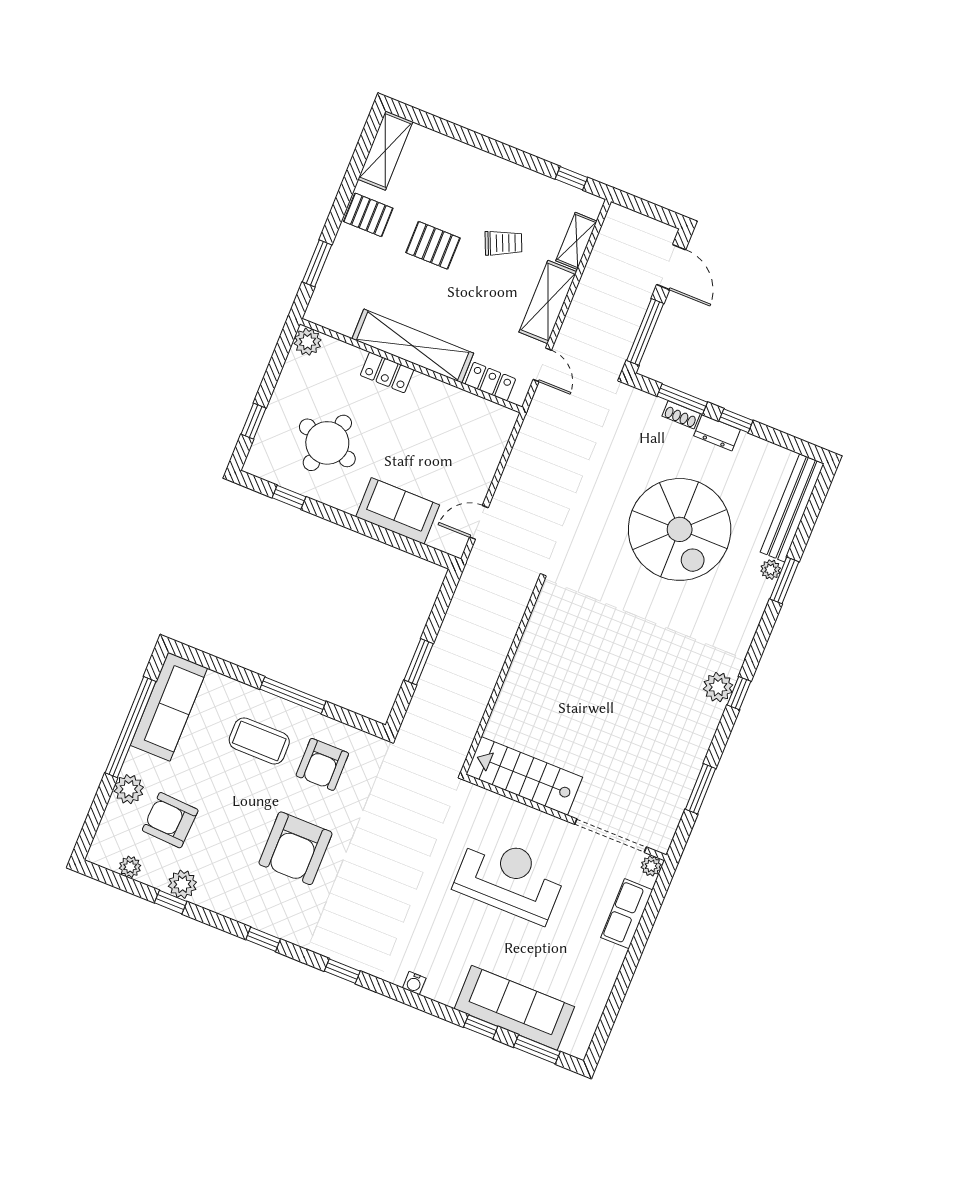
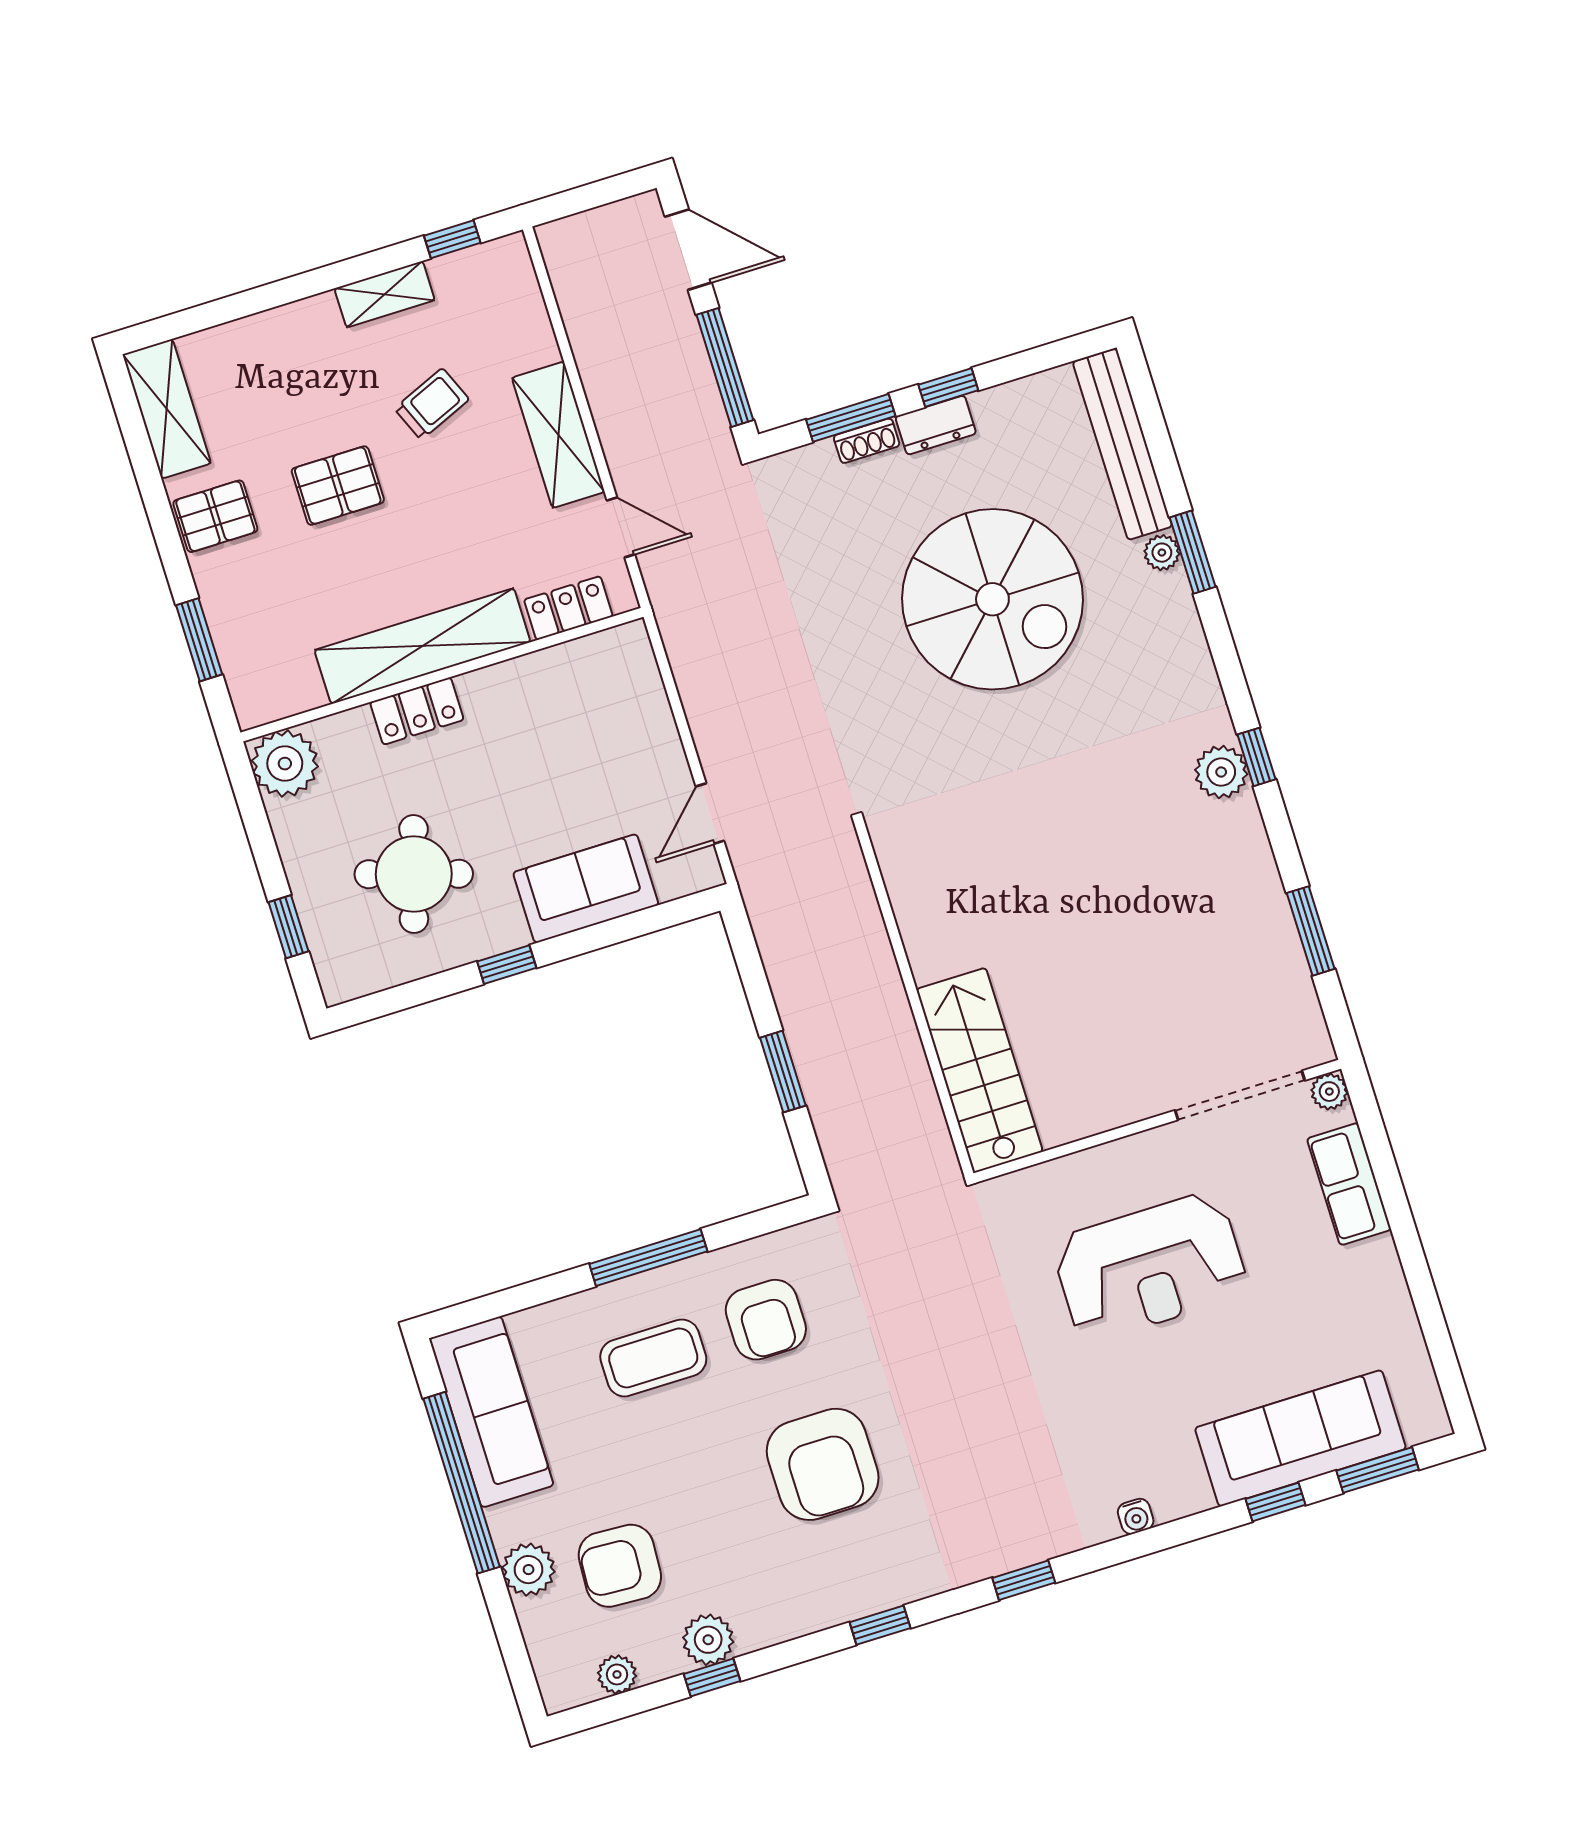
shelving: (576, 241) -> (385, 294), moved, turned 90
plant: (307, 342) -> (285, 764), width x1.36, depth x1.36
window: (289, 497) -> (507, 965), moved
stairs: (524, 776) -> (980, 1070), moved, turned 90
reception desk: (510, 879) -> (1150, 1267), turned 180

